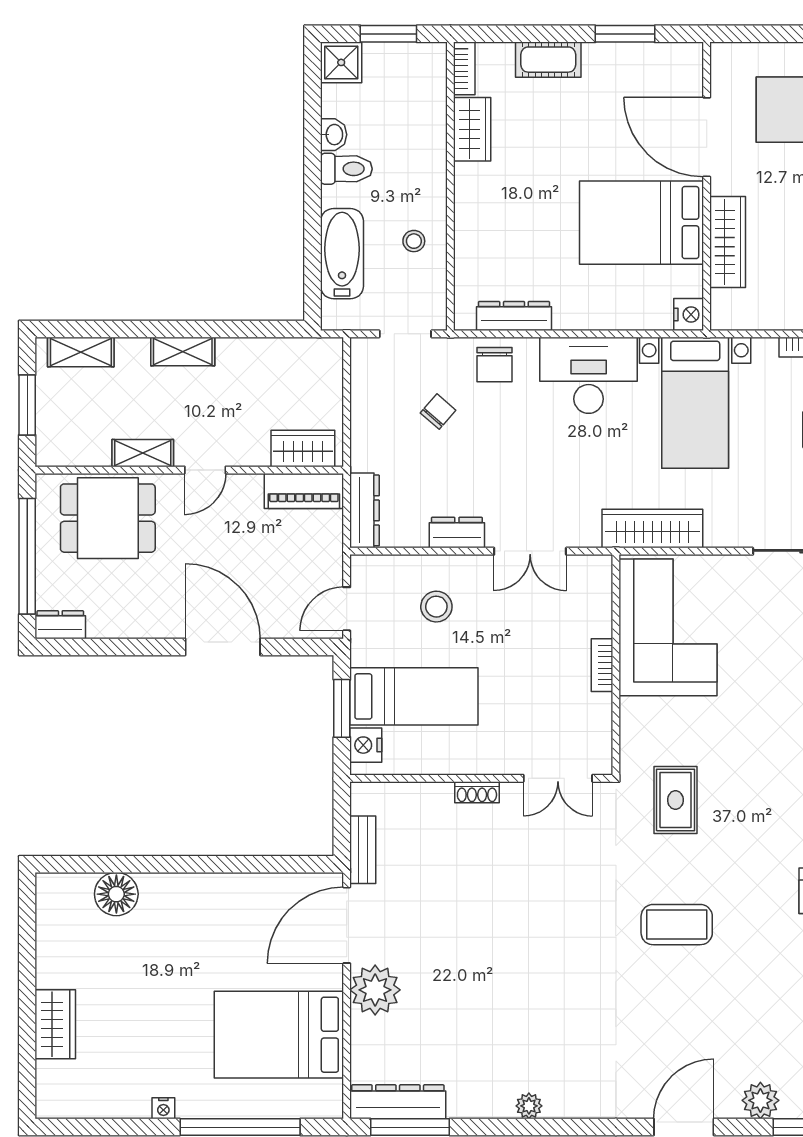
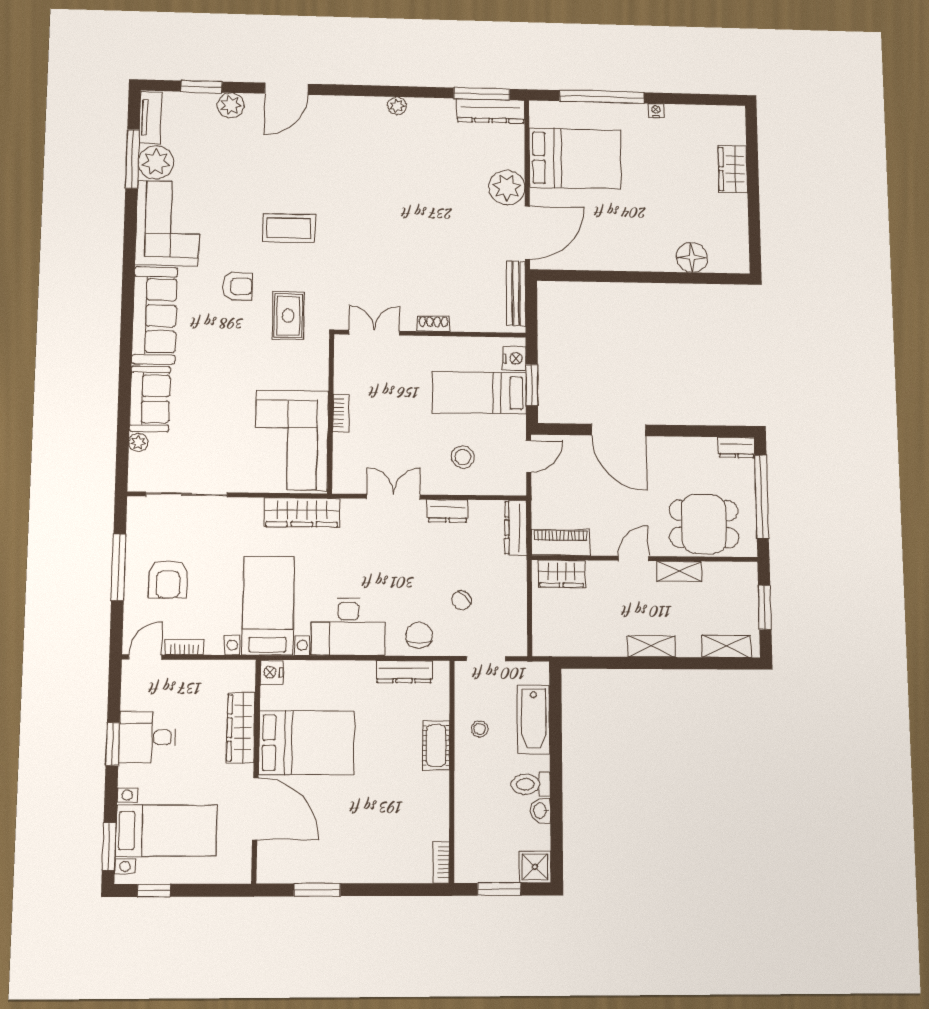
cot: (548, 60) -> (436, 746), moved, turned 90
wardrobe: (472, 129) -> (435, 815), removed
armchair: (745, 840) -> (237, 286), added
bench: (363, 850) -> (516, 293), width x1.36

